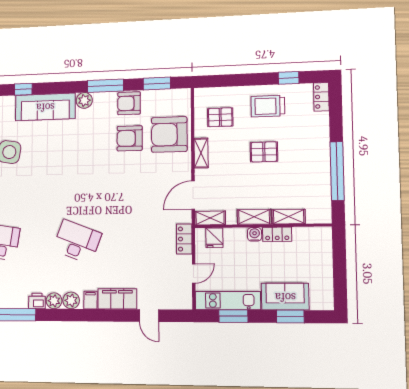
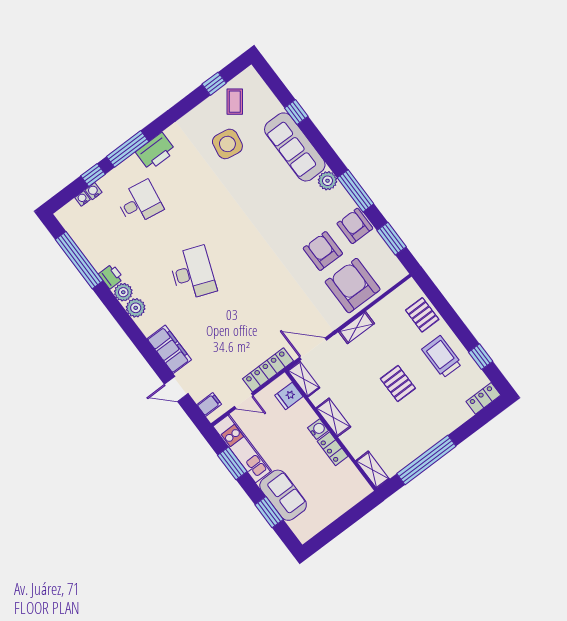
pallet: (220, 117) -> (422, 315), moved
shelving: (289, 217) -> (373, 470), moved
locker: (184, 239) -> (268, 370), width x1.53
filing cabinet: (90, 300) -> (209, 404), moved
door: (149, 316) -> (176, 389), hinge flipped

